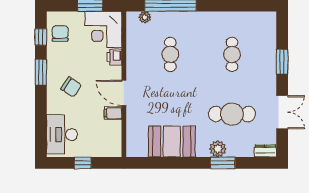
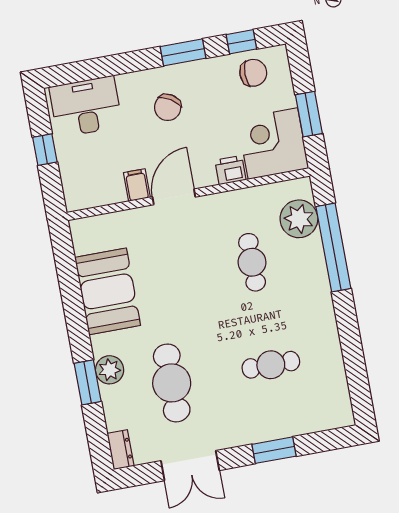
plant: (145, 17) -> (299, 219), width x1.87, depth x1.87
cafe table: (170, 54) -> (252, 262), turned 90

